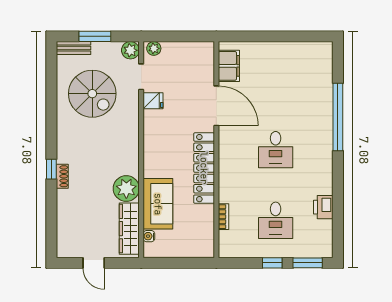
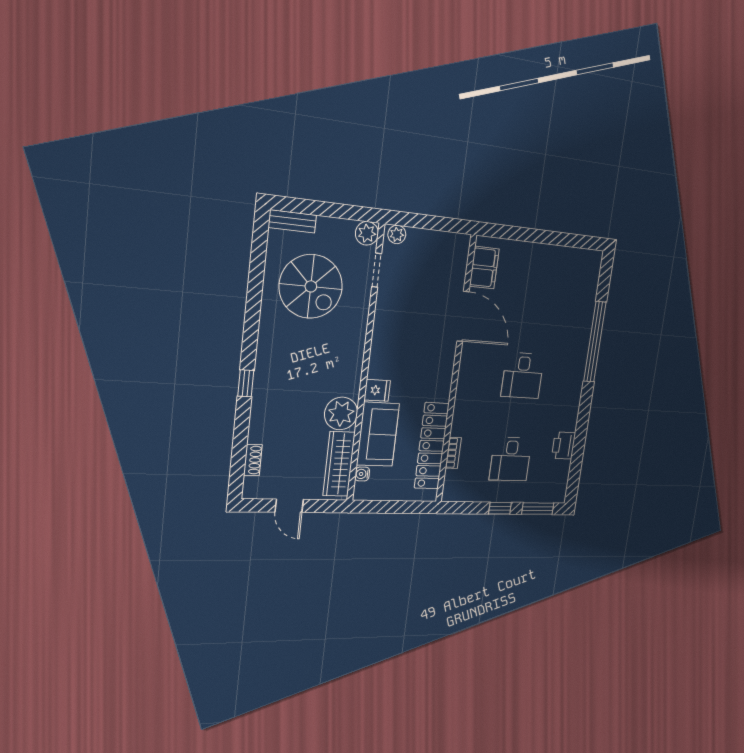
window: (95, 36) -> (323, 209), removed
fridge: (153, 101) -> (377, 390), moved
locker: (204, 168) -> (432, 446), moved
shoe rack: (62, 176) -> (253, 460), moved

